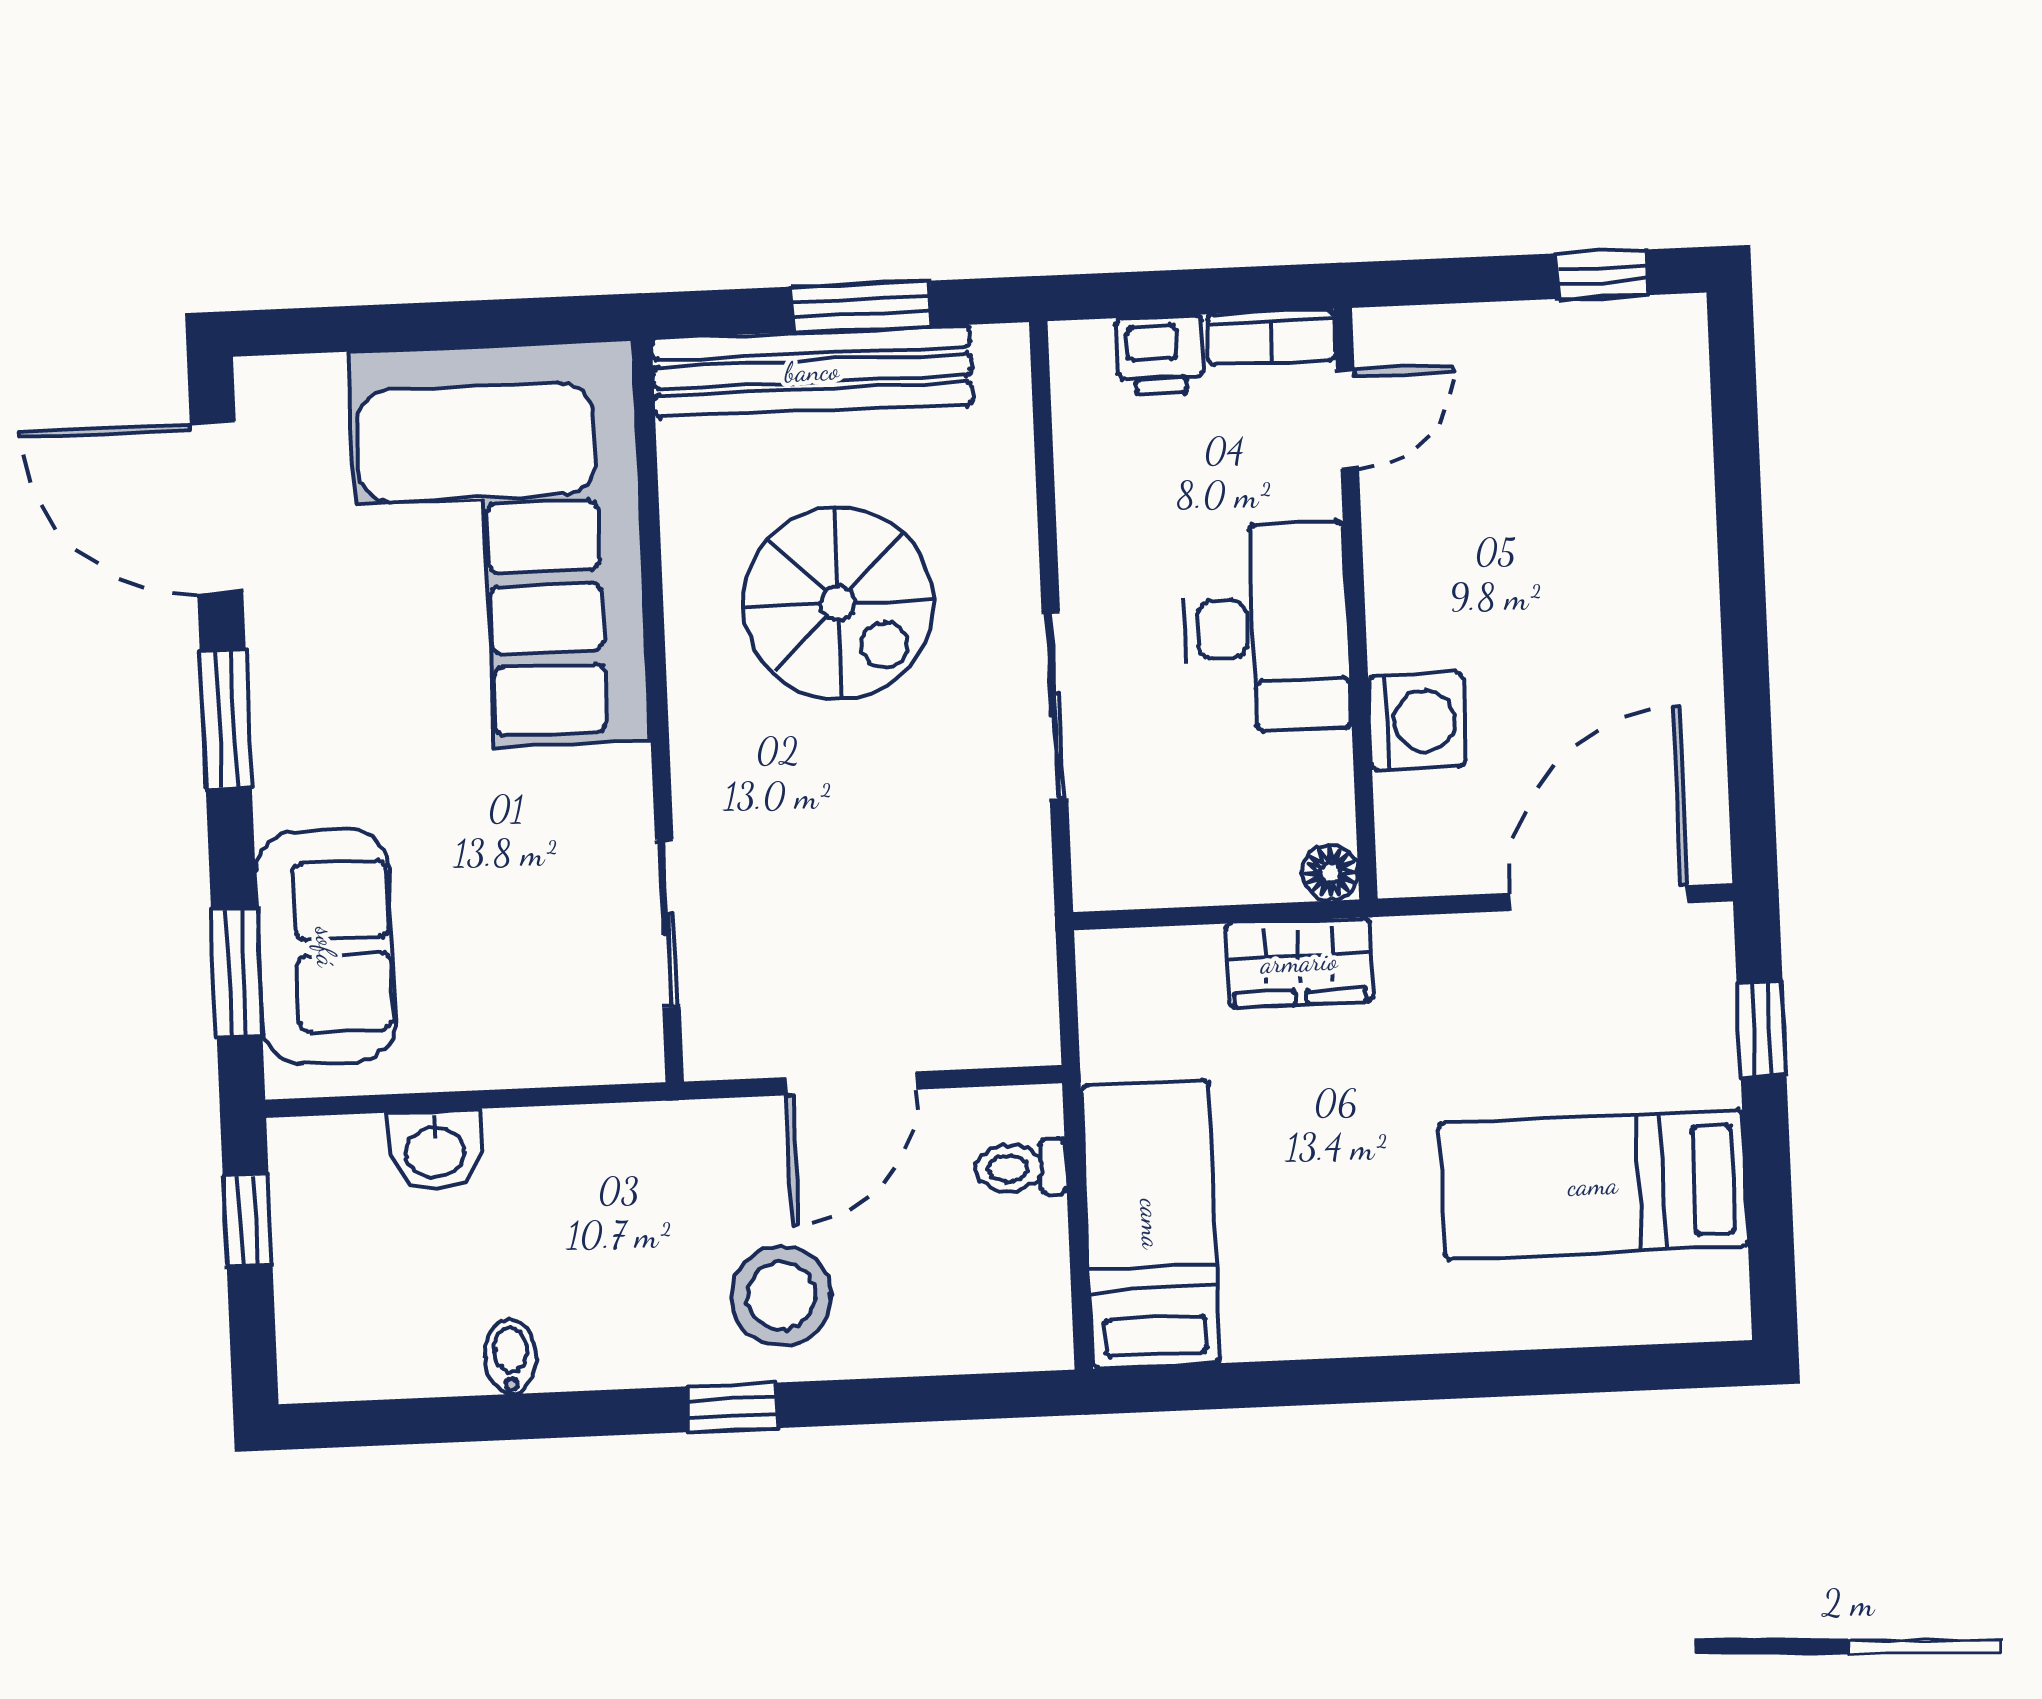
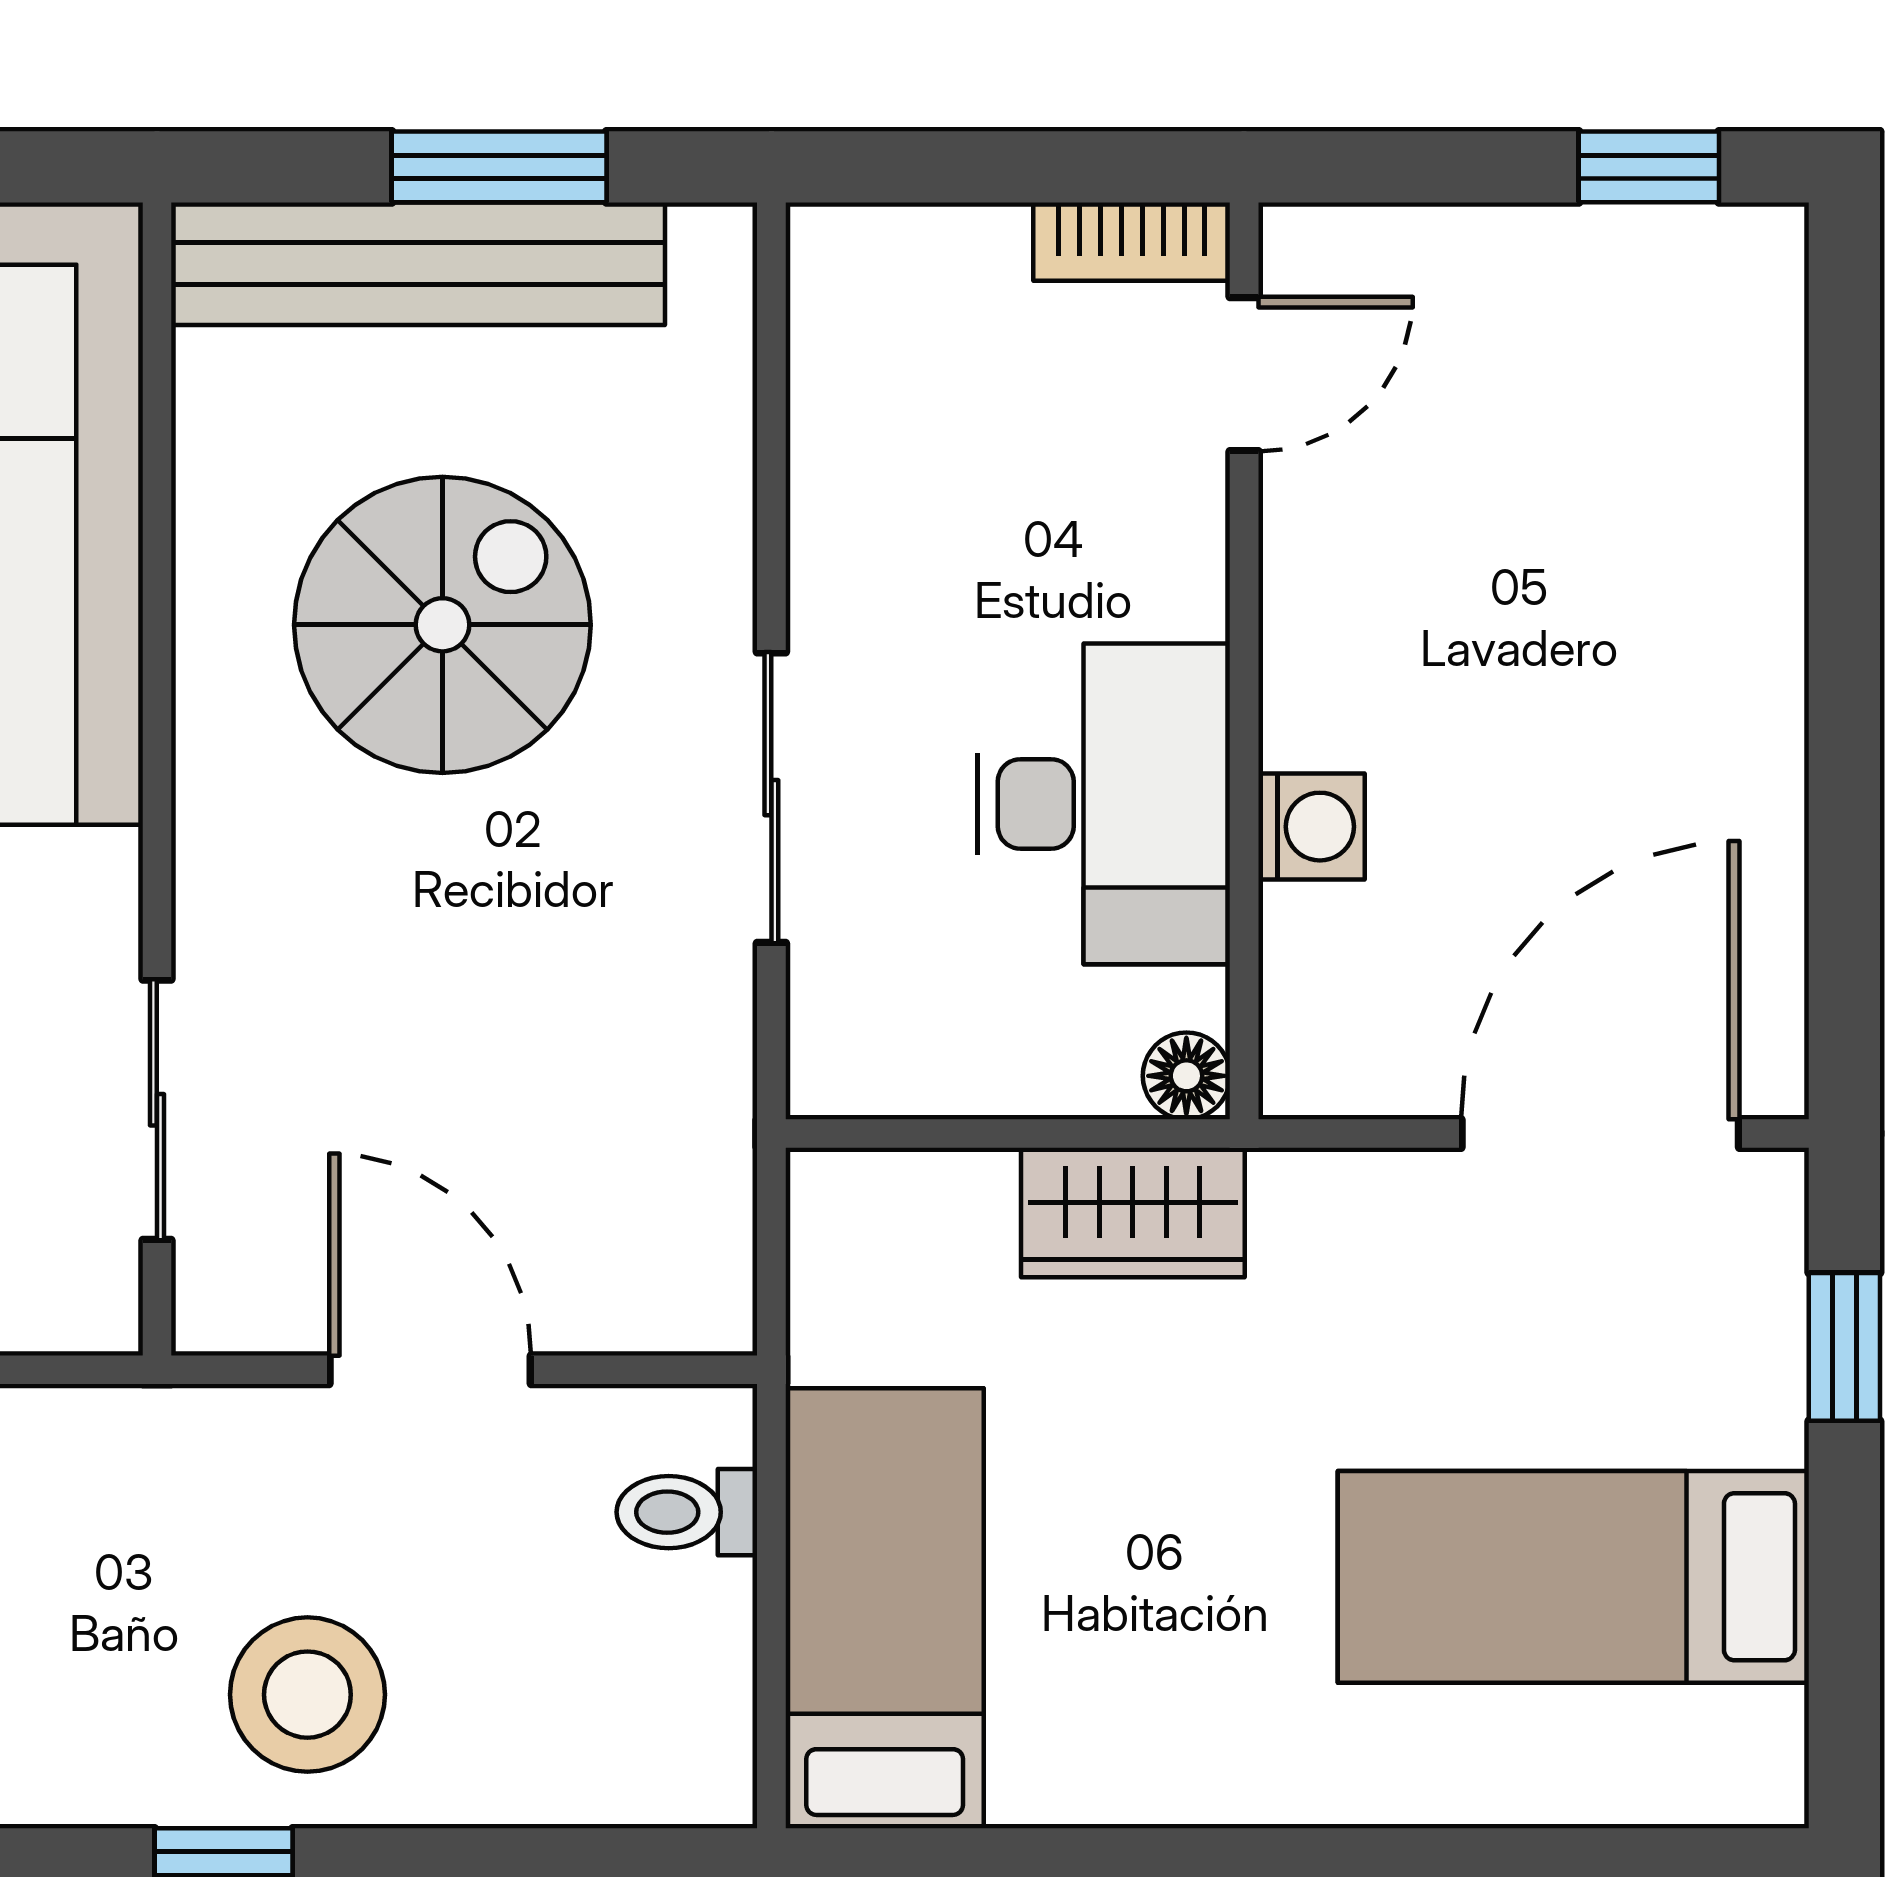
printer: (1160, 355) -> (958, 262), removed
spiral stairs: (838, 603) -> (442, 625), turned -90
desk: (1266, 627) -> (1104, 804), moved
washing machine: (1417, 721) -> (1311, 827), width x0.73, depth x0.73
door: (851, 1083) -> (430, 1370), swing flipped

